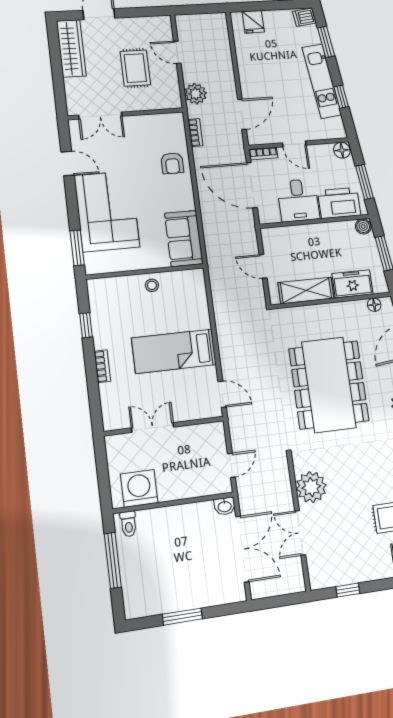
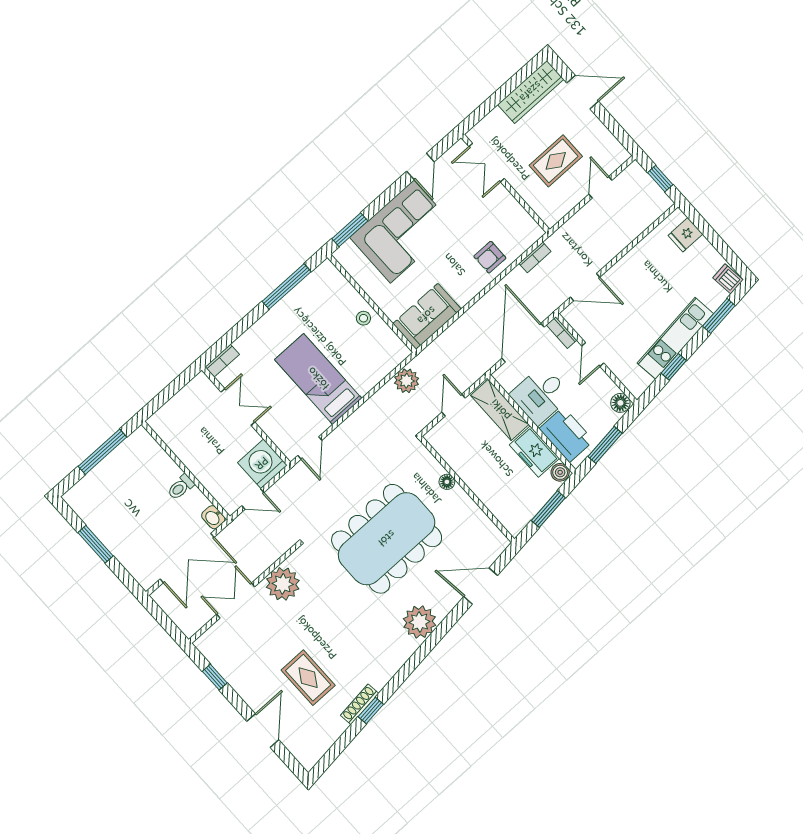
window: (201, 9) -> (660, 179), added
plant: (196, 94) -> (407, 381), moved
freezer: (352, 284) -> (534, 452), moved, turned 180
shelving: (306, 290) -> (500, 410), moved
floor lamp: (374, 305) -> (447, 482), moved
window: (86, 325) -> (287, 286), width x2.17
bookcase: (102, 366) -> (222, 361), moved
washing machine: (139, 488) -> (262, 464), moved, turned -90
toilet: (128, 524) -> (181, 487), moved

